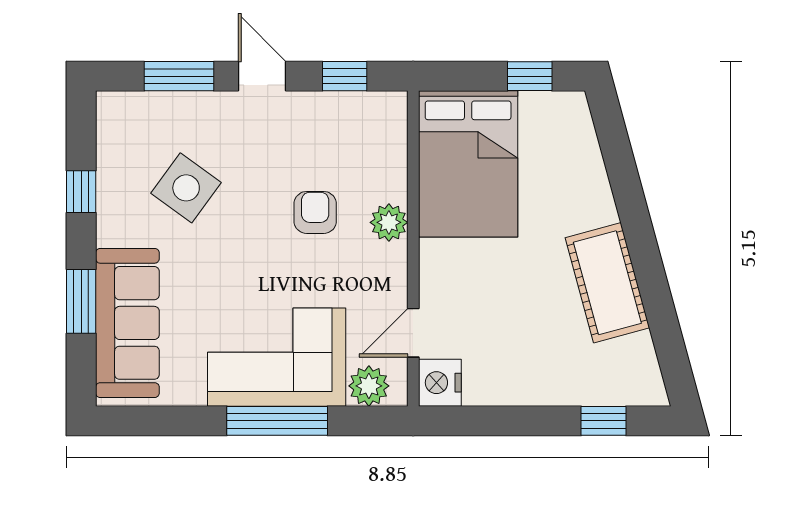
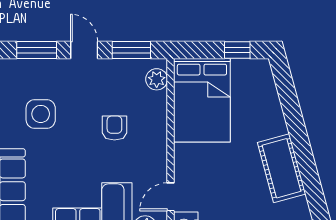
window: (345, 76) -> (131, 50), width x1.50
side table: (186, 188) -> (41, 114), turned -36
plant: (389, 222) -> (157, 79), moved

